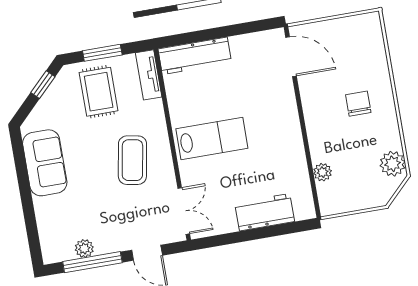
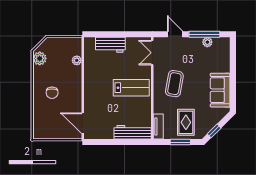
lab bench: (212, 139) -> (131, 88), turned 180

